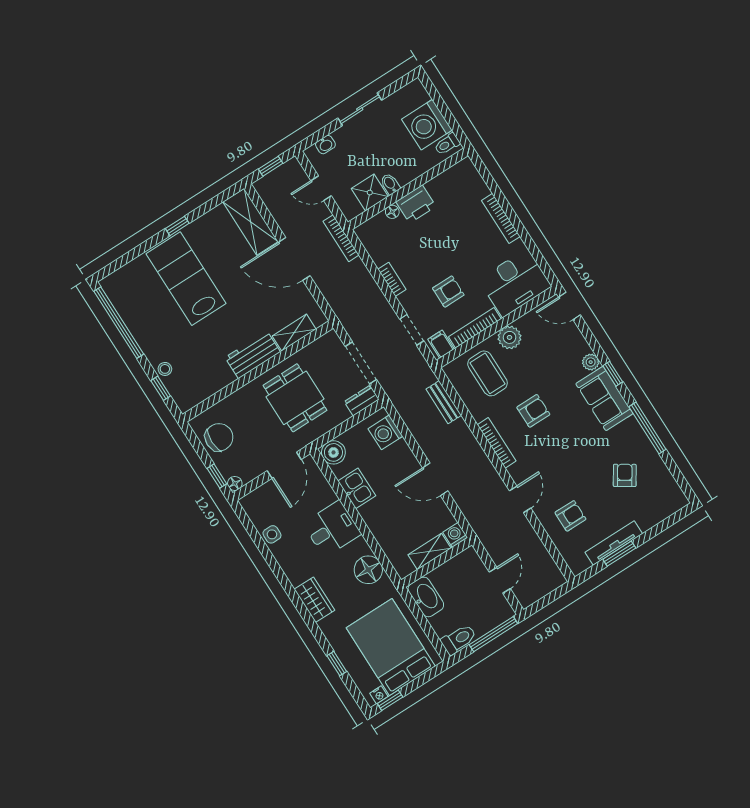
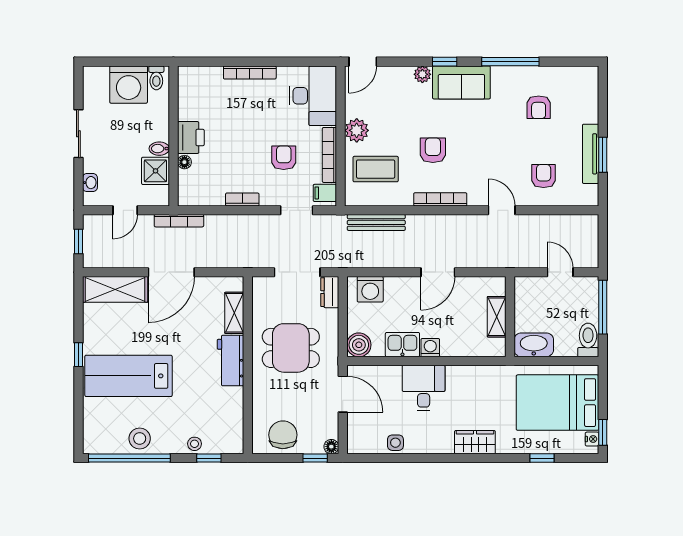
stool: (140, 321) -> (140, 438), added
bench: (444, 402) -> (376, 222), width x1.36
armchair: (625, 475) -> (539, 107), turned -123
washing machine: (455, 535) -> (430, 348), moved, turned 90
floor lamp: (368, 570) -> (479, 379), removed

